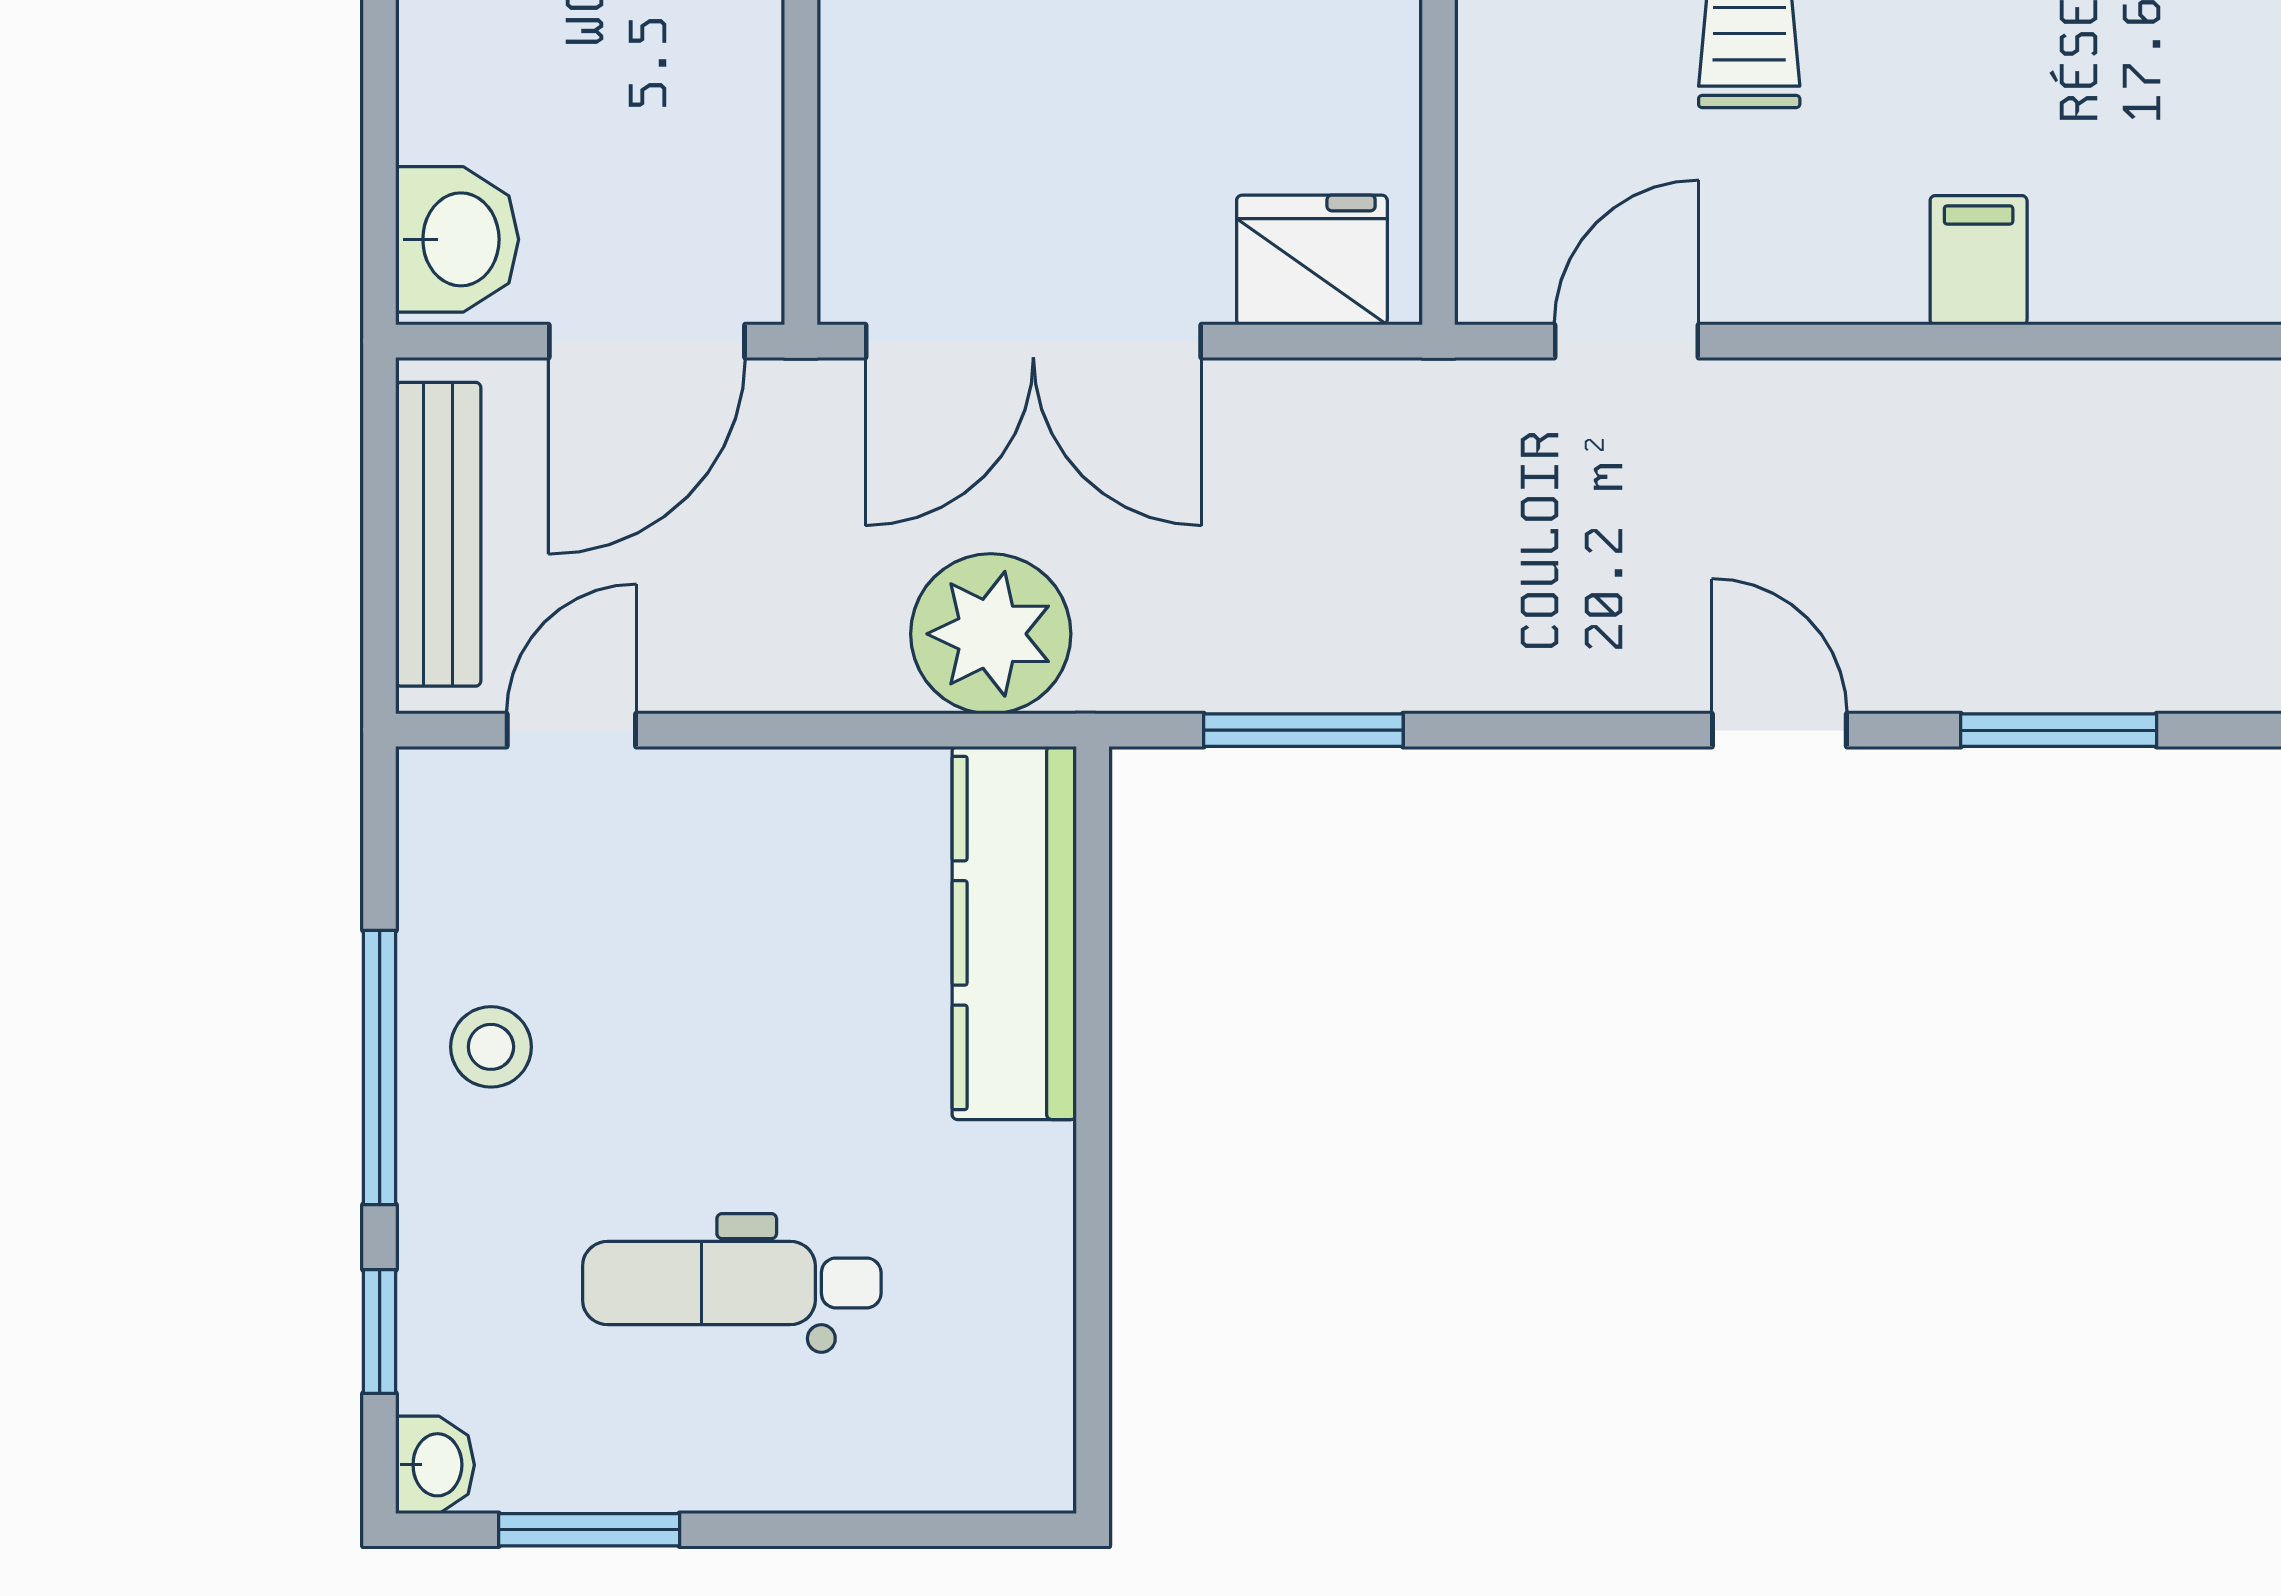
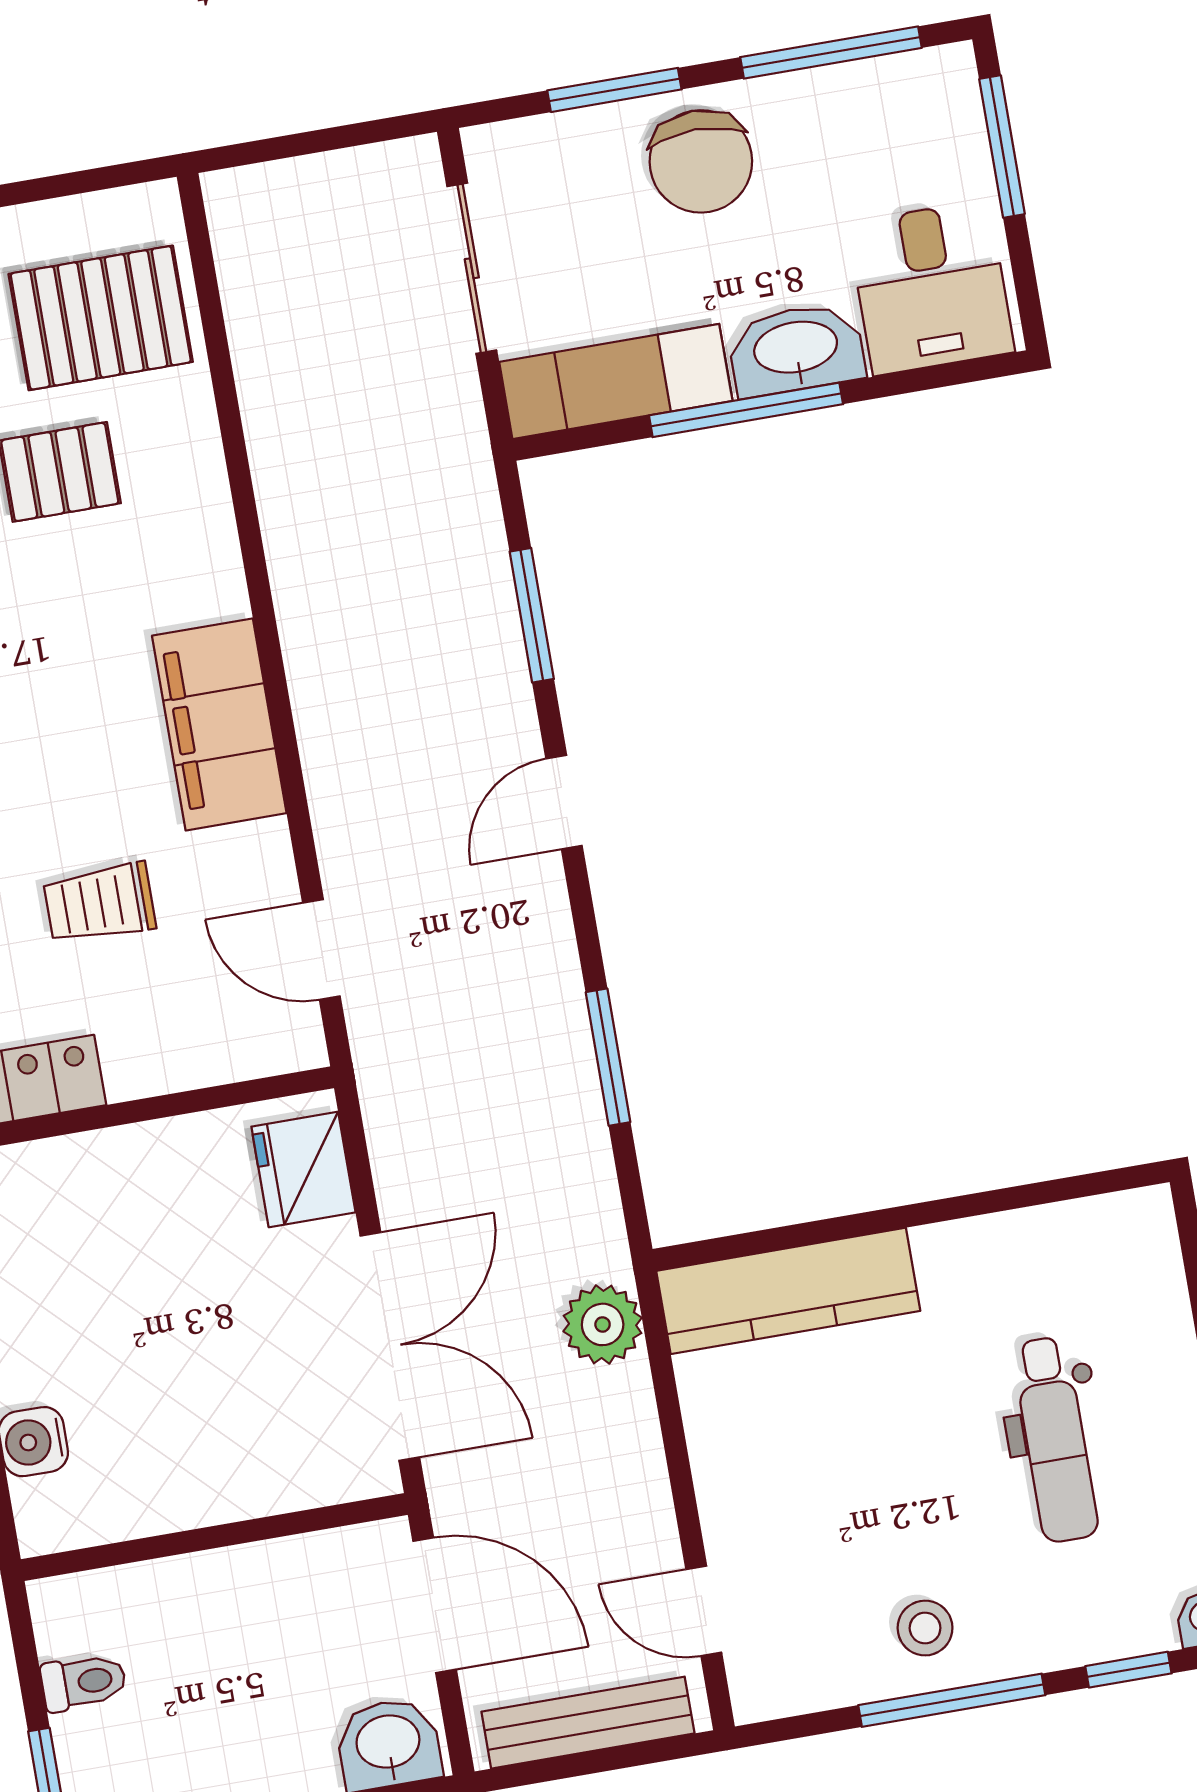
filing cabinet: (1979, 260) -> (219, 724), width x3.00, depth x1.17
plant: (991, 634) -> (603, 1324), width x0.73, depth x0.73
window: (1303, 730) -> (608, 1057), moved

